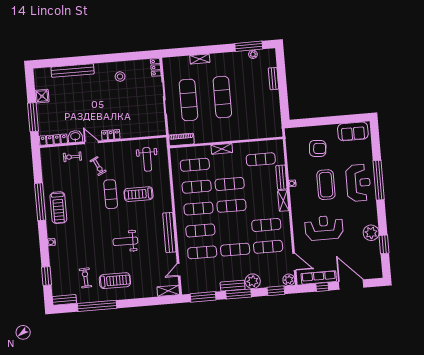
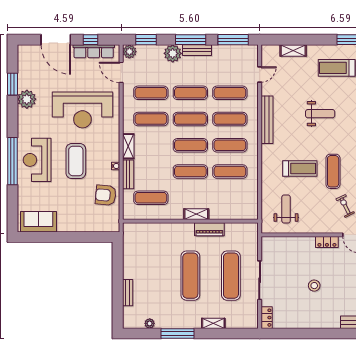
window: (249, 46) -> (178, 333), moved
stool: (120, 77) -> (314, 286), moved
piano: (181, 139) -> (209, 229), moved
armchair: (318, 148) -> (106, 195), moved
exercise mat: (195, 165) -> (190, 119), moved
reception desk: (324, 228) -> (82, 110), width x1.36, depth x1.30
shelving: (168, 291) -> (293, 50), moved

